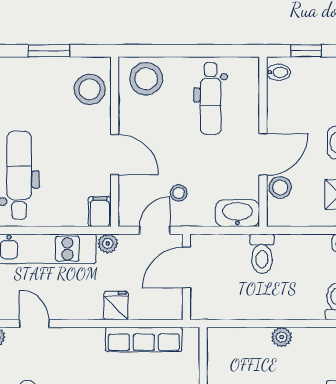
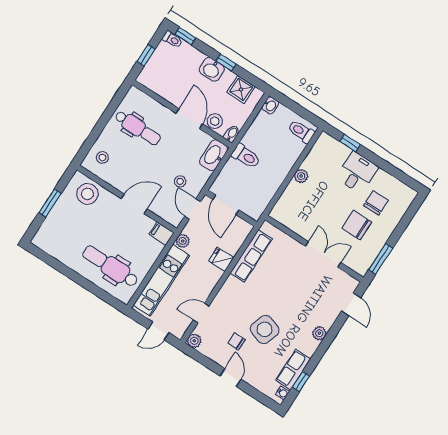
bidet: (279, 72) -> (232, 134), moved
stool: (146, 79) -> (102, 158), width x0.53, depth x0.53

